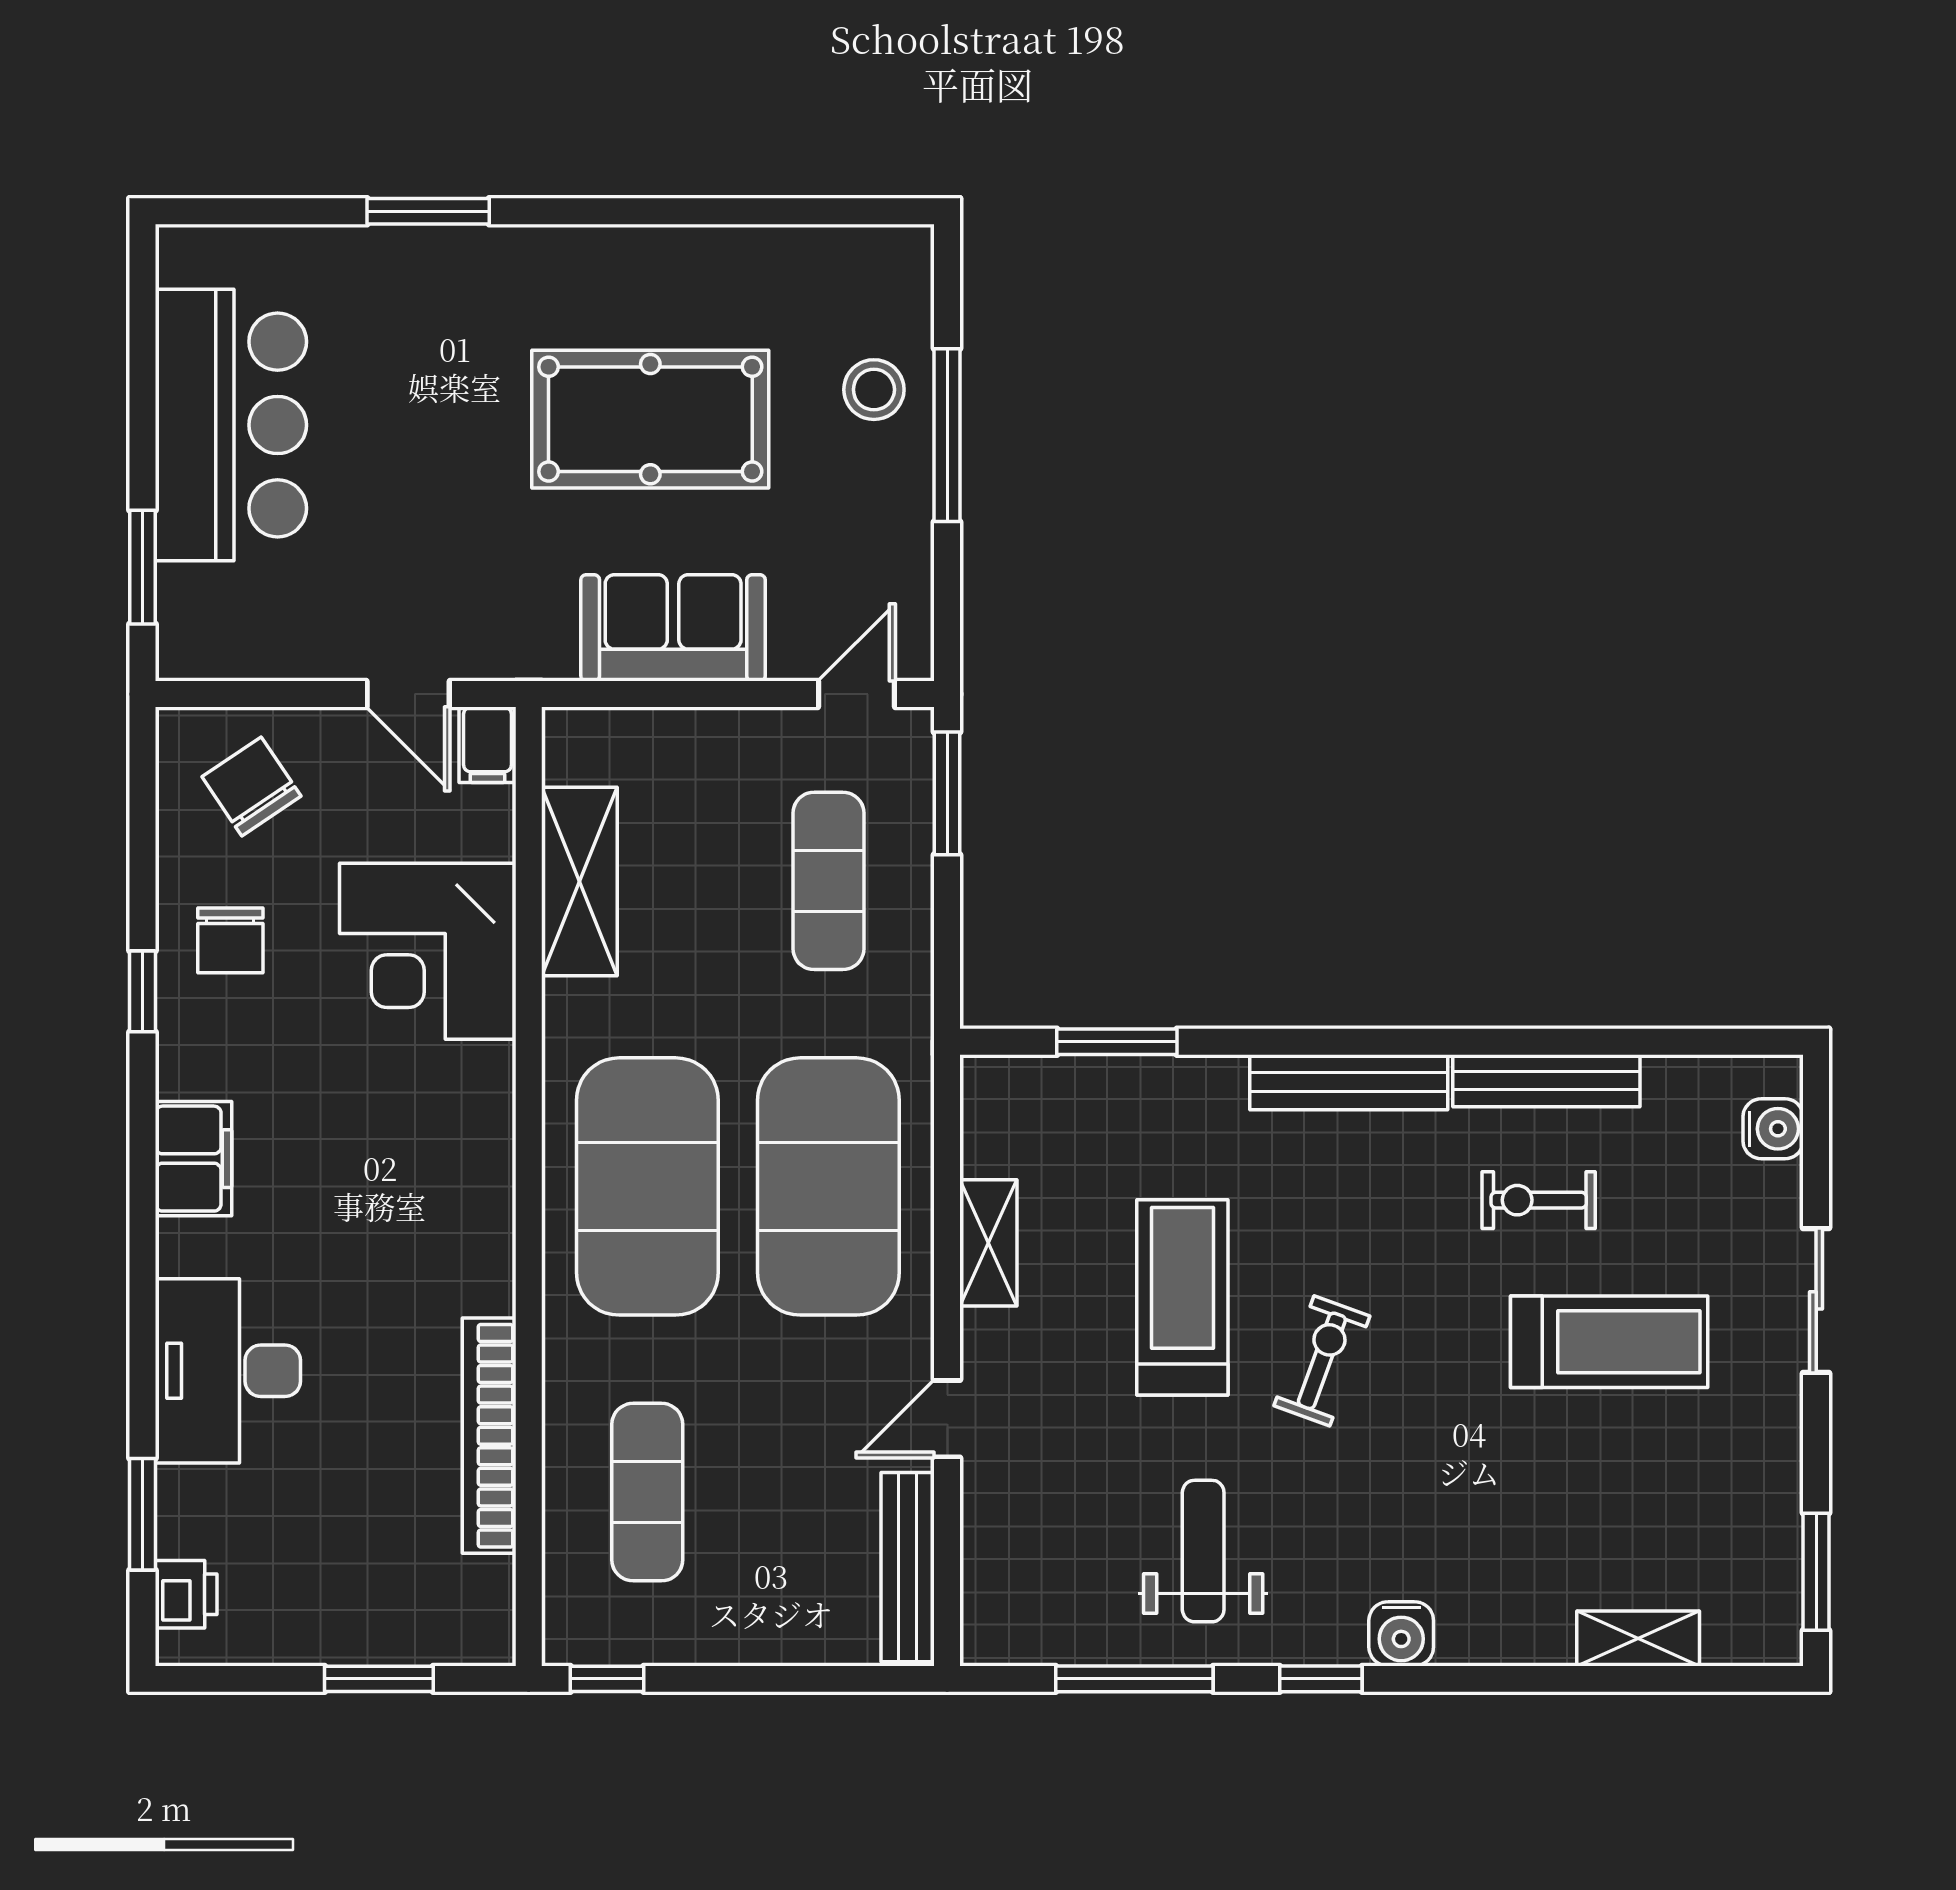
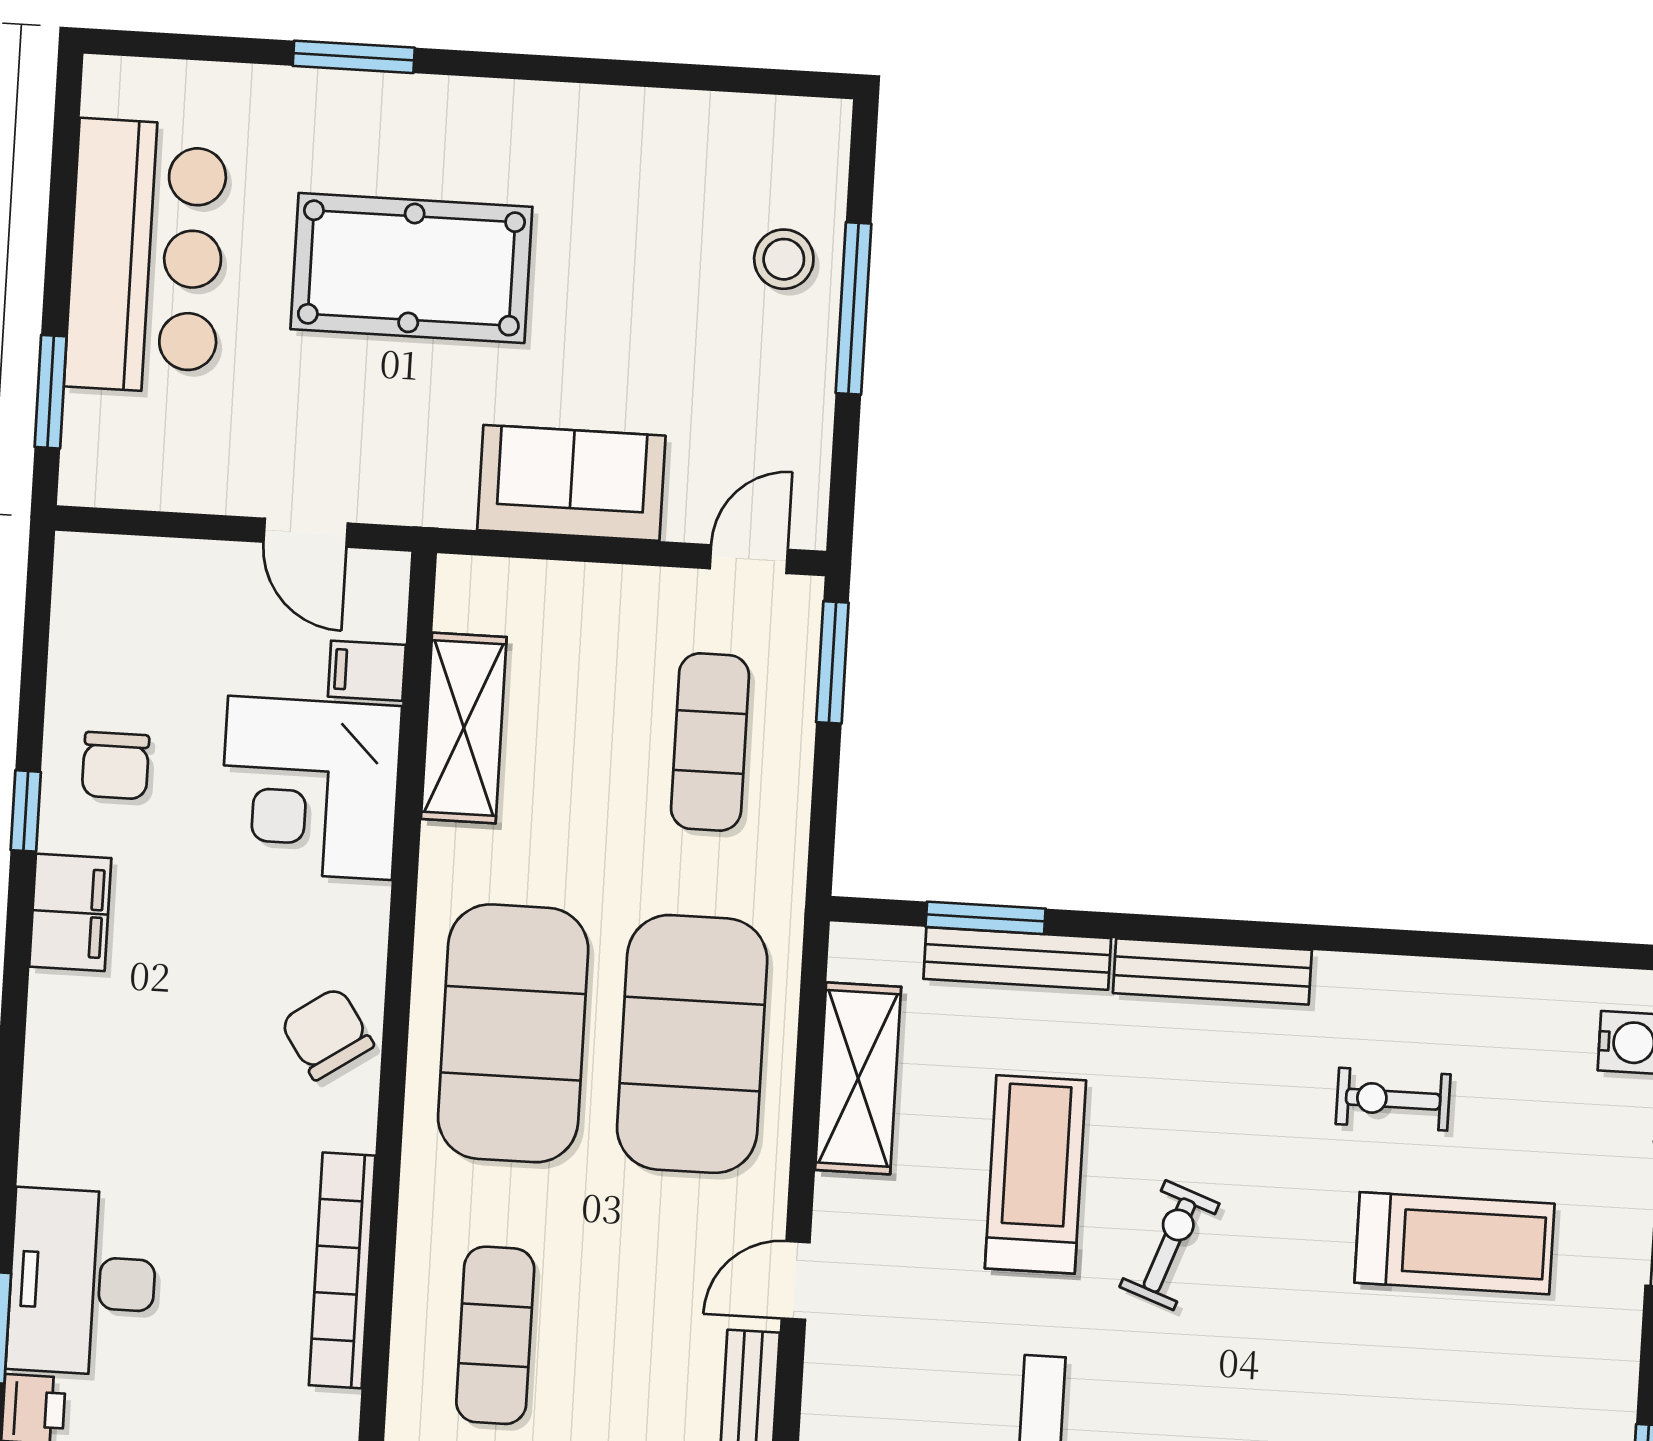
pool table: (650, 419) -> (411, 268), moved
filing cabinet: (487, 745) -> (367, 671), moved, turned 90
chair: (251, 786) -> (327, 1034), moved
bench: (1546, 1081) -> (1017, 958), moved
filing cabinet: (193, 1159) -> (70, 912), moved
shelving: (988, 1243) -> (858, 1078), width x1.50, depth x1.33
desk: (228, 1371) -> (82, 1282), moved

